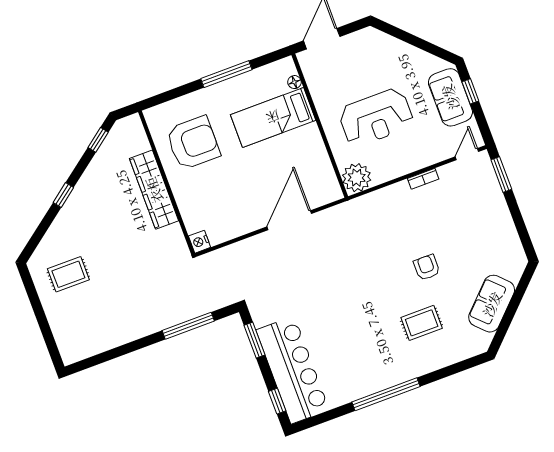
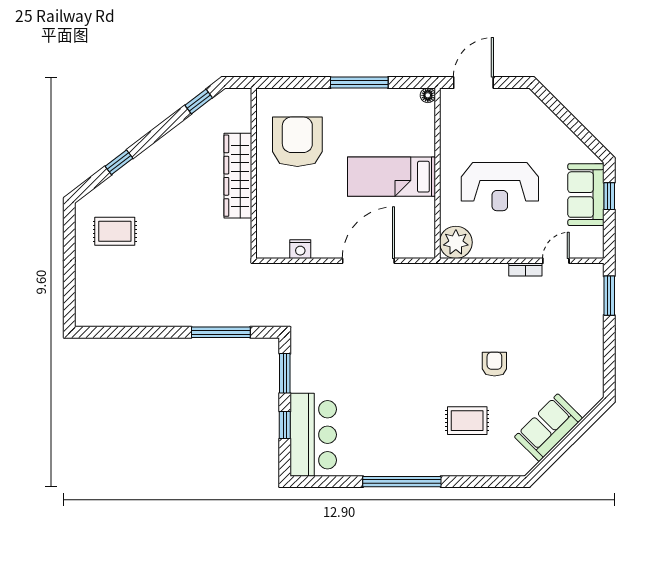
floor lamp: (294, 82) -> (428, 95), moved
bed: (273, 117) -> (391, 177), moved
armchair: (193, 143) -> (297, 142), turned -90
door: (467, 154) -> (556, 261), moved
window: (63, 195) -> (119, 162), moved
nightstand: (200, 242) -> (300, 249), moved, turned -90
bar counter: (293, 370) -> (313, 435), width x0.73
window: (277, 401) -> (285, 425), moved

